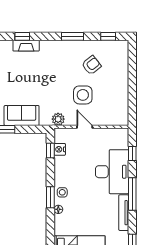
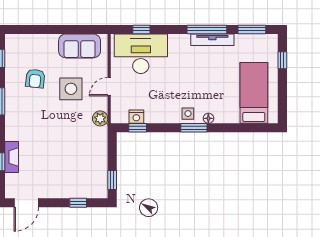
armchair: (91, 65) -> (35, 79), turned -136
sofa: (22, 115) -> (80, 46), moved, turned -90
desk: (112, 172) -> (141, 54), moved
window: (132, 194) -> (207, 29), moved

